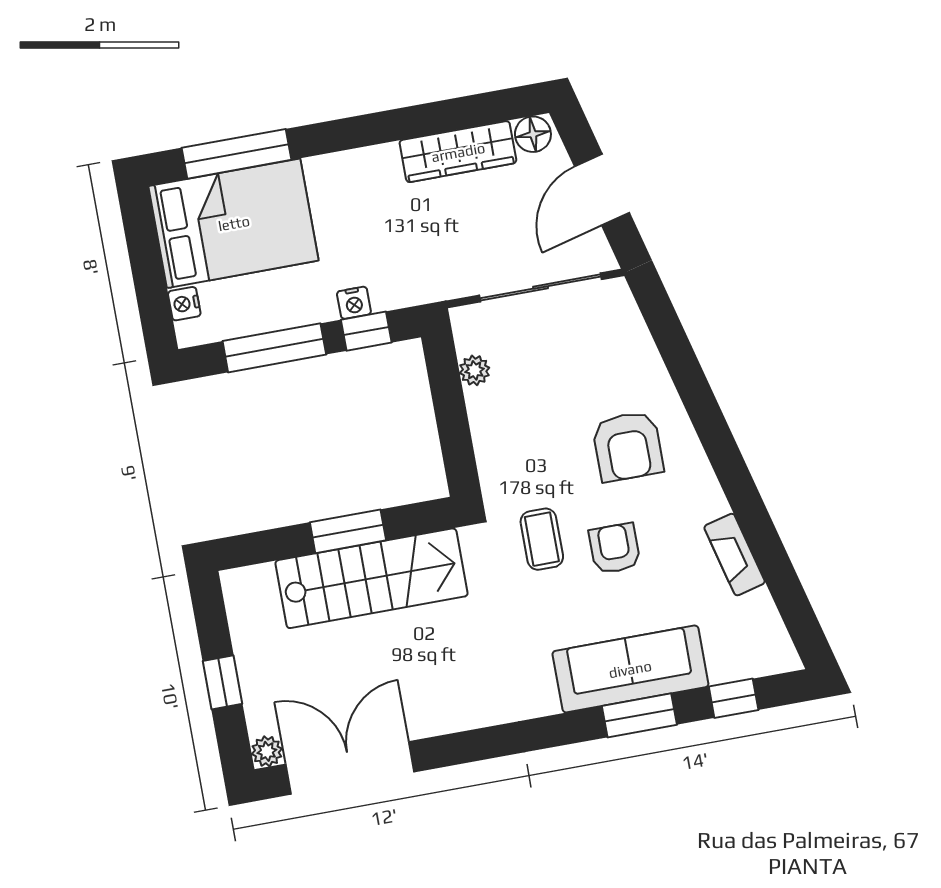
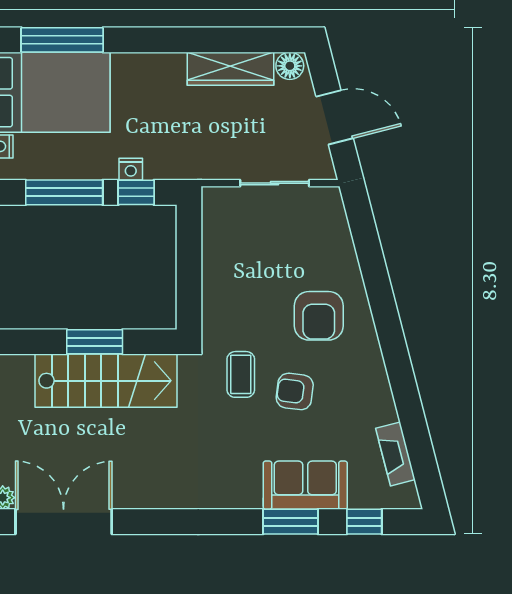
door: (602, 190) -> (335, 117), swing flipped
sliding door: (541, 287) -> (275, 183), width x0.73
plant: (475, 370) -> (213, 237), removed
armchair: (615, 548) -> (295, 391), turned -83
fireplace: (735, 555) -> (396, 454), moved
sofa: (630, 669) -> (305, 485), width x0.73

